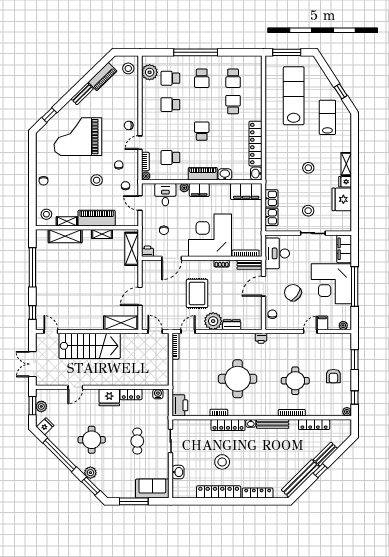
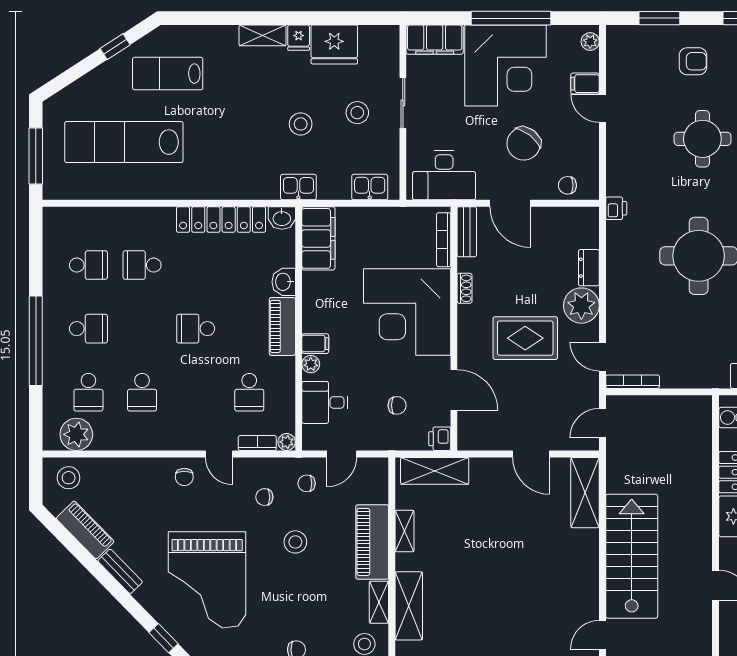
stool: (308, 168) -> (301, 124), moved
filing cabinet: (199, 190) -> (315, 344), width x0.50
kitchen sink: (271, 198) -> (298, 187), moved

